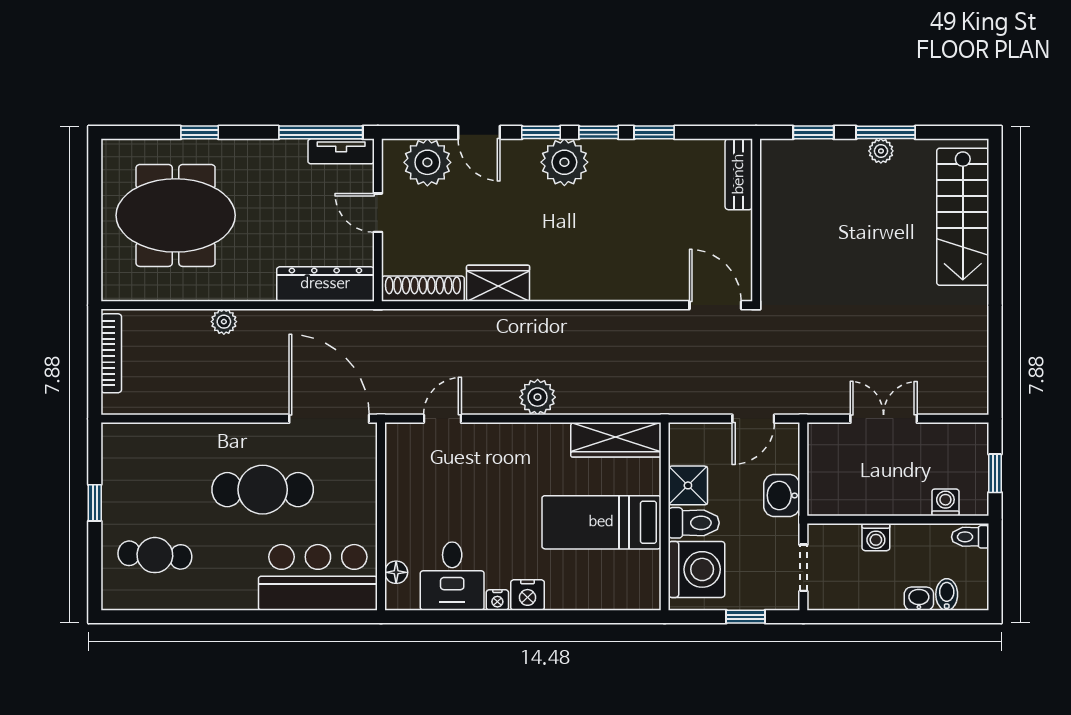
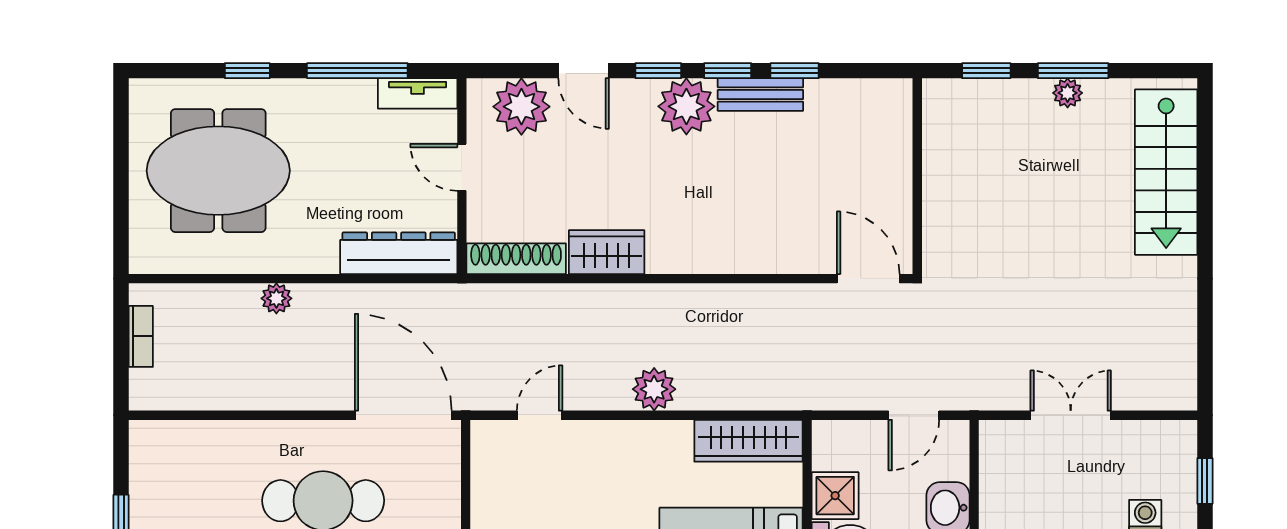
window: (321, 132) -> (357, 71), moved
bench: (739, 174) -> (760, 95), moved, turned 90
bookcase: (111, 353) -> (141, 336), width x0.64

